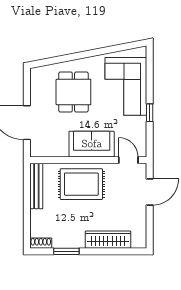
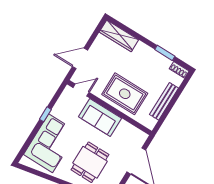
door: (128, 160) -> (81, 90), swing flipped
bench: (36, 186) -> (164, 101), moved
wardrobe: (108, 240) -> (119, 36), moved

